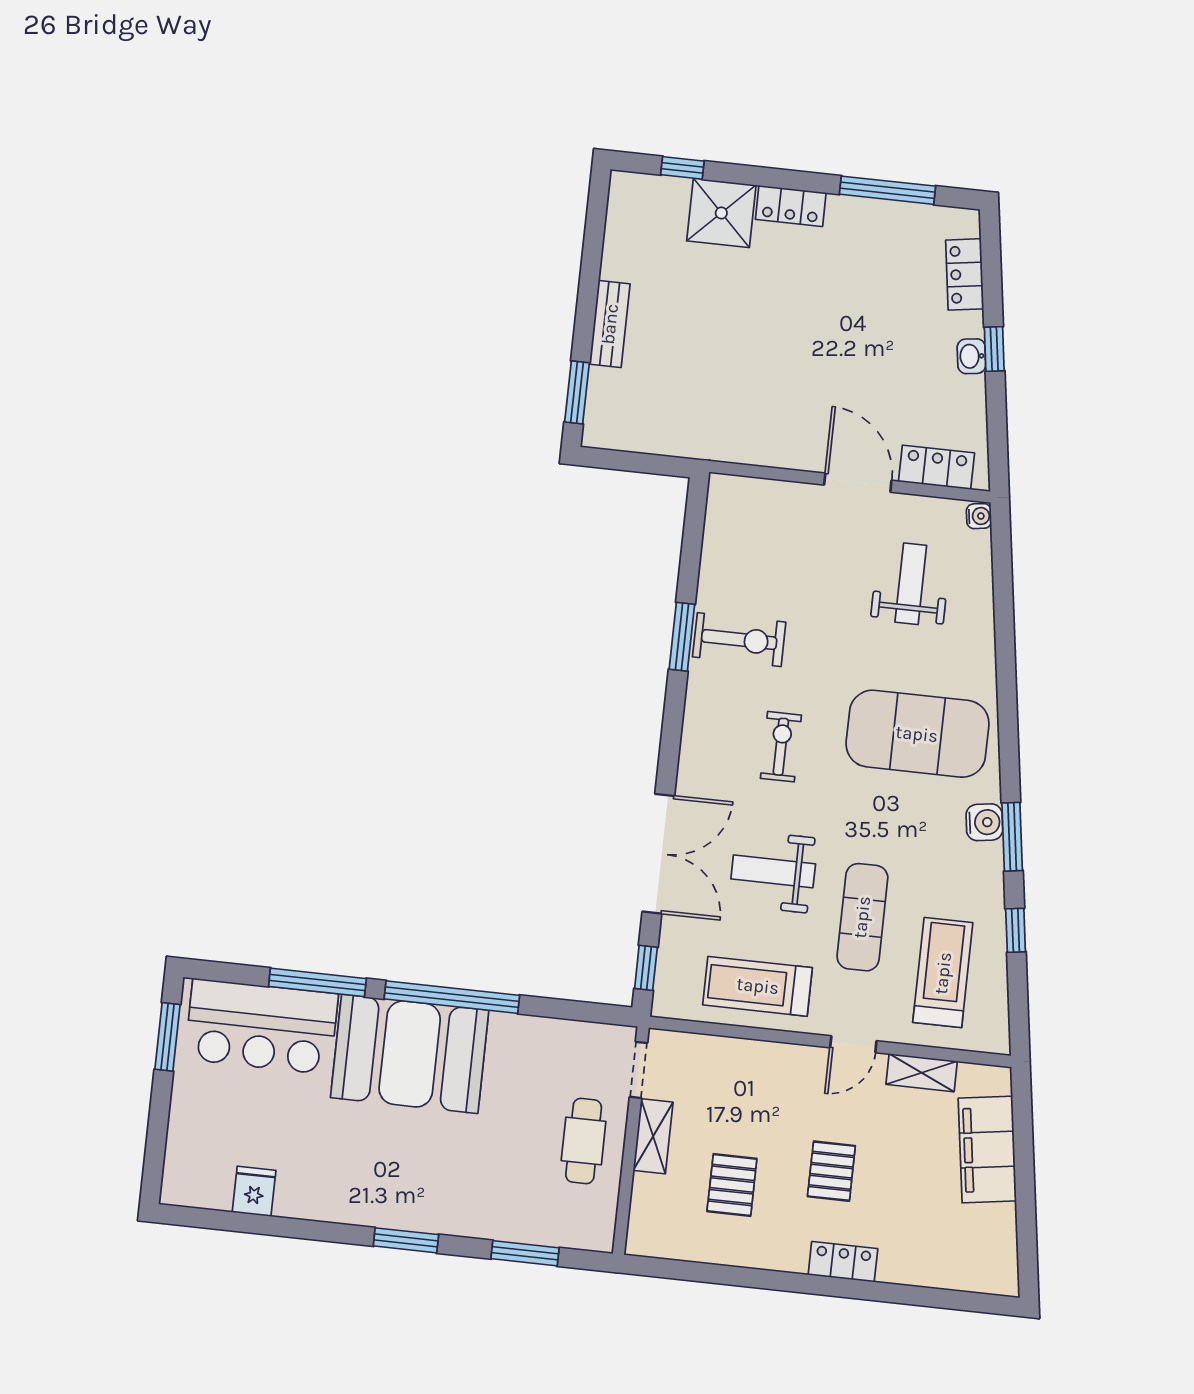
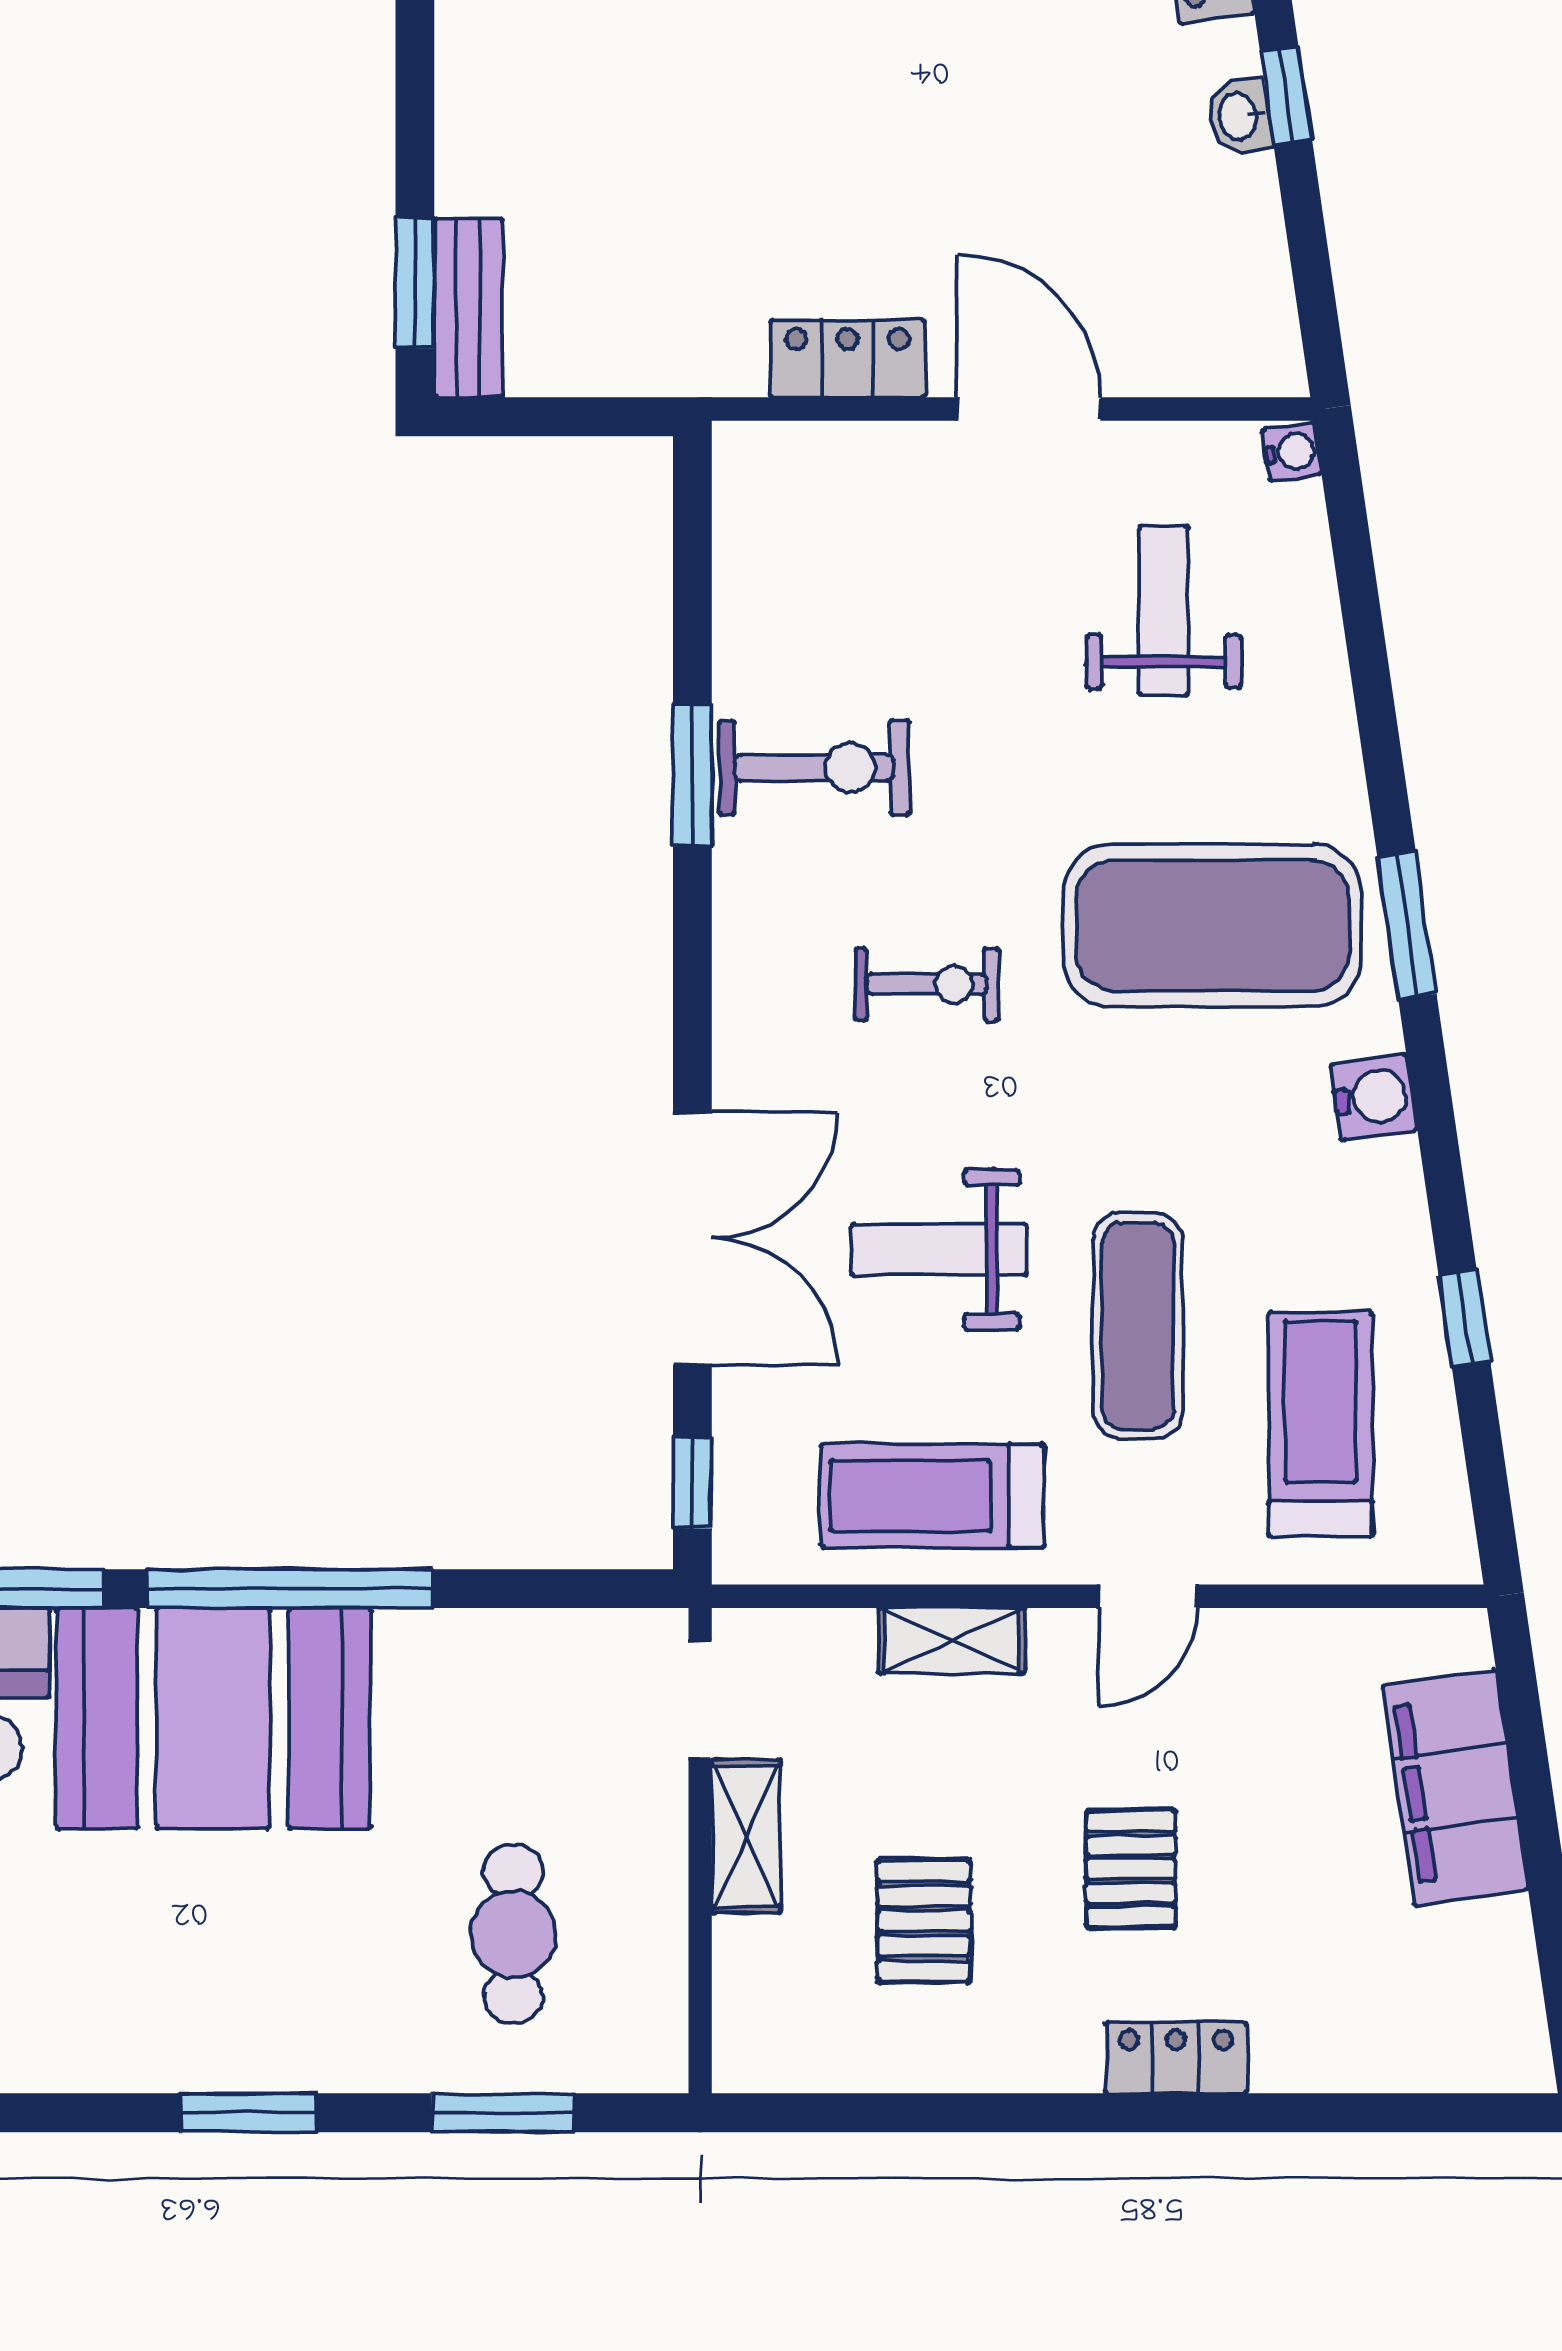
bench: (610, 324) -> (468, 308), moved
locker: (936, 467) -> (848, 359), moved
exercise bike: (781, 747) -> (927, 984), turned 90
window: (1012, 837) -> (1407, 925), moved
shelving: (922, 1073) -> (952, 1641), moved
cafe table: (584, 1141) -> (513, 1934), moved

